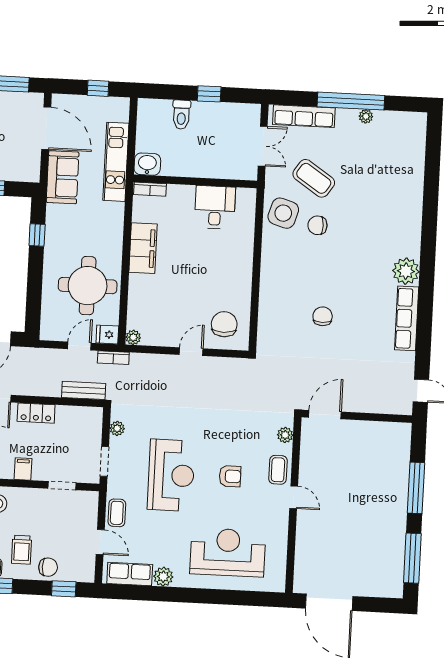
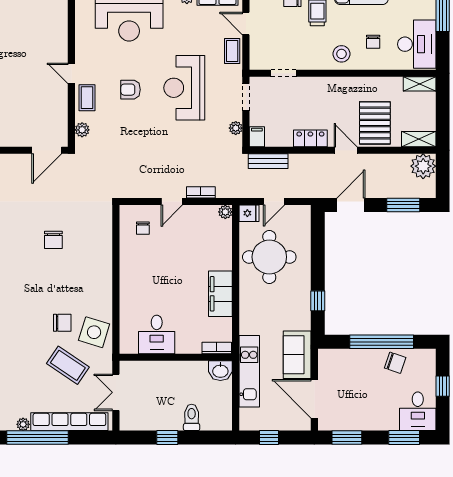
row of seats: (304, 116) -> (69, 422), width x1.36
chair: (224, 324) -> (143, 228), width x0.54, depth x0.54
bookcase: (113, 358) -> (201, 192), moved
filing cabinet: (23, 469) -> (257, 137), moved, turned 180

